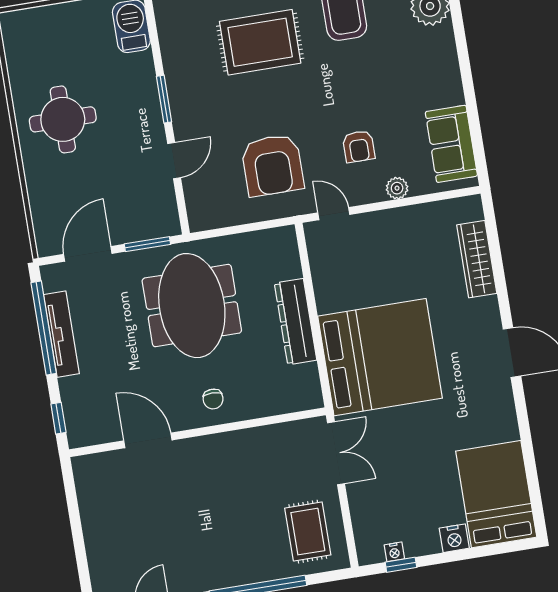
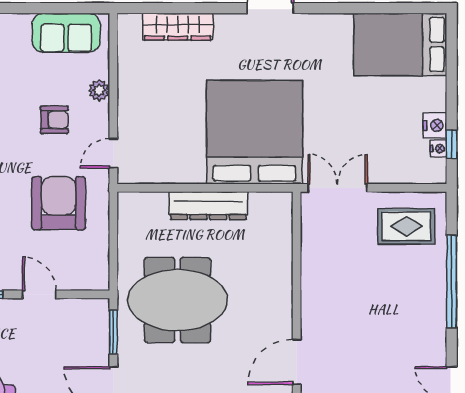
armchair: (272, 165) -> (59, 203), turned -90
chair: (213, 399) -> (268, 294), removed
nightstand: (454, 538) -> (435, 125), moved

